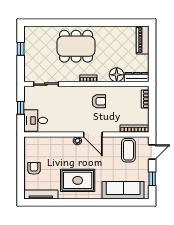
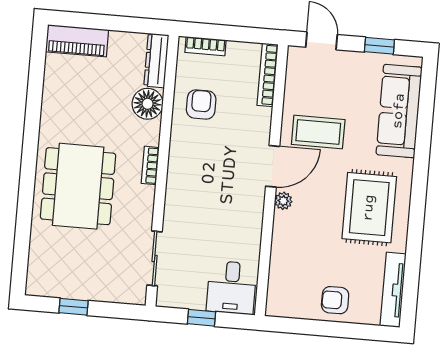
armchair: (99, 101) -> (201, 104), moved
coffee table: (128, 150) -> (318, 132), moved

